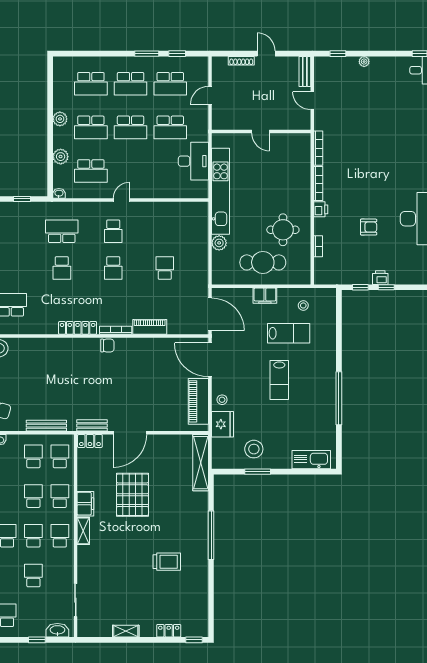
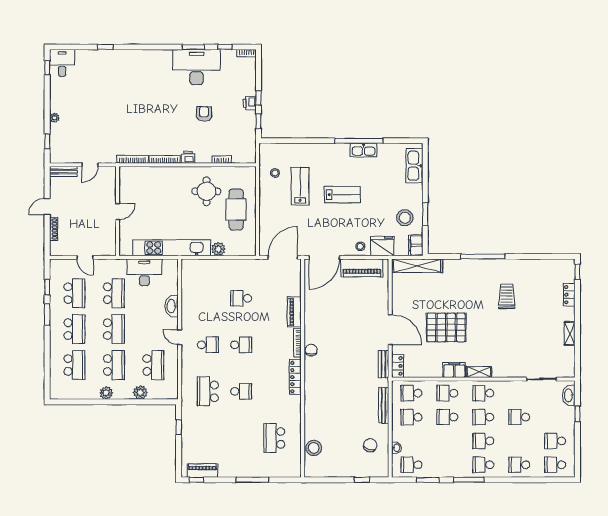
washbasin: (59, 193) -> (172, 306), moved, width x1.91, depth x1.45
filing cabinet: (265, 296) -> (416, 245), moved, turned 180
kitchen sink: (328, 403) -> (364, 150), added

